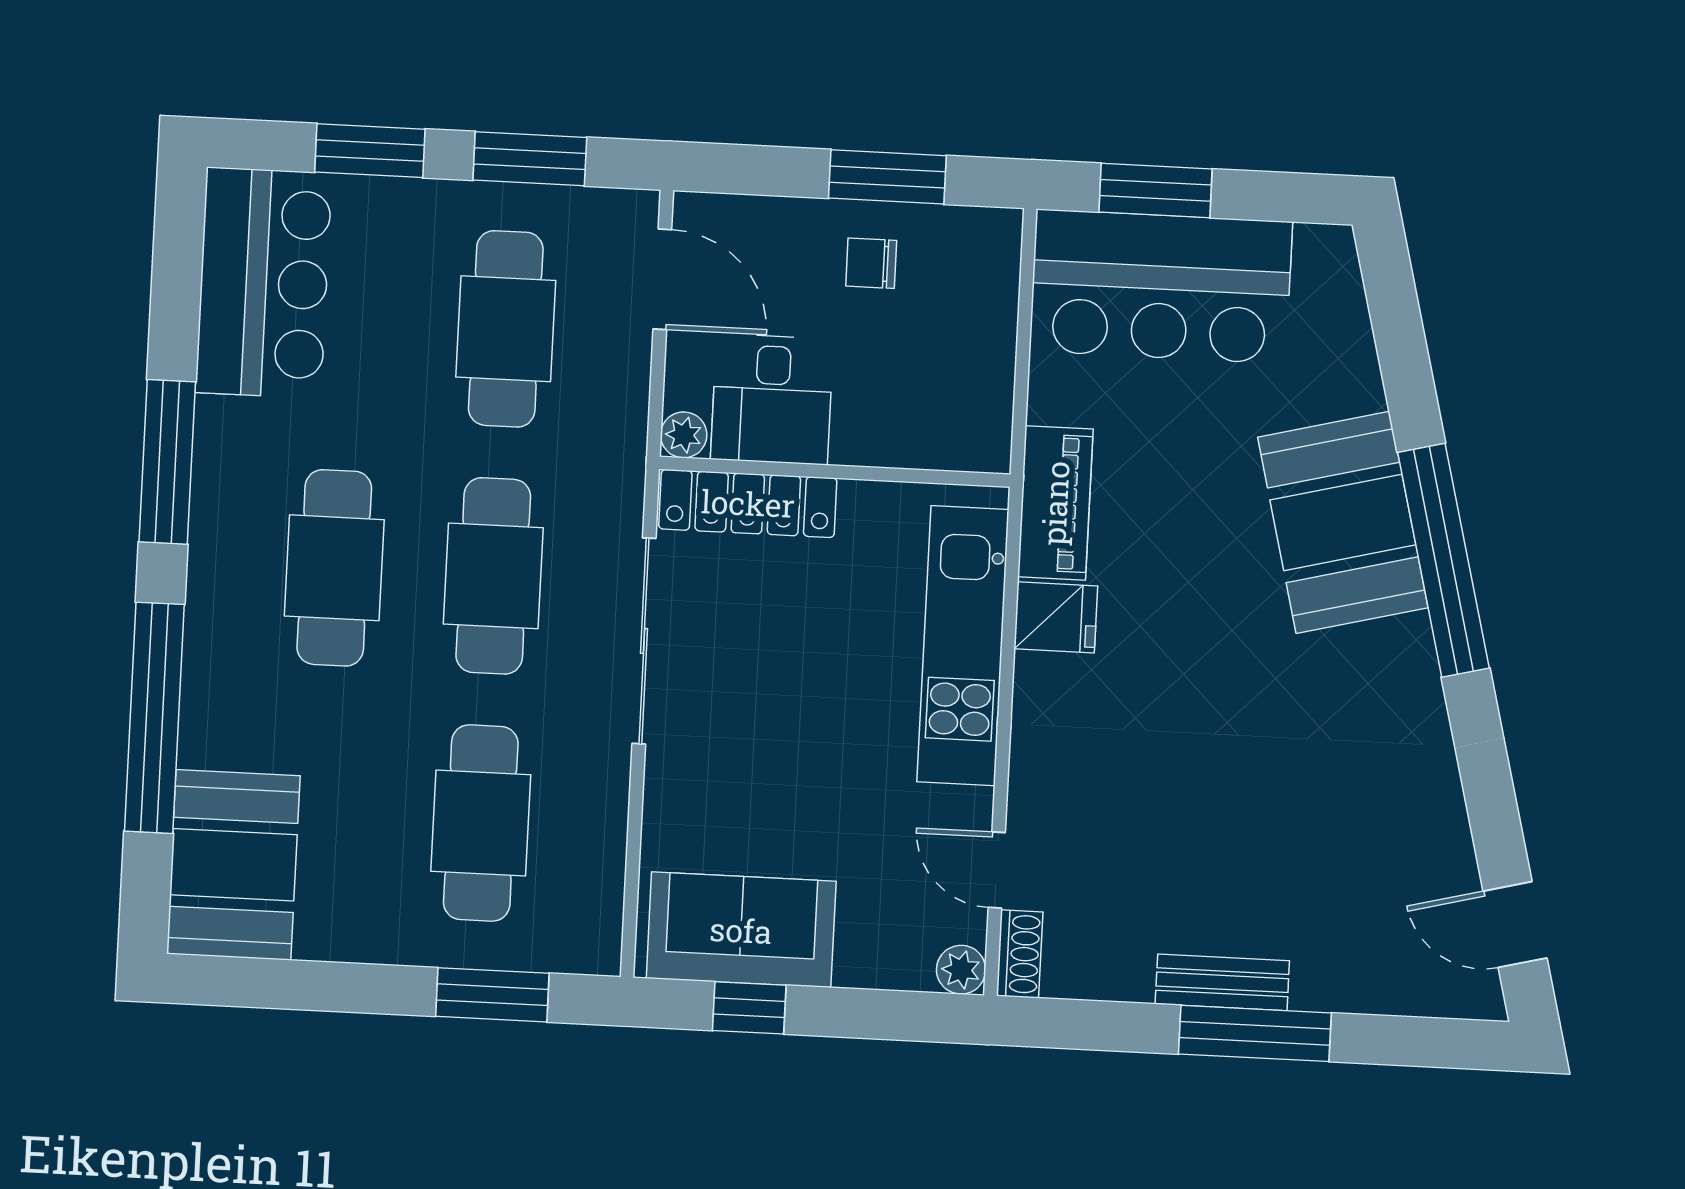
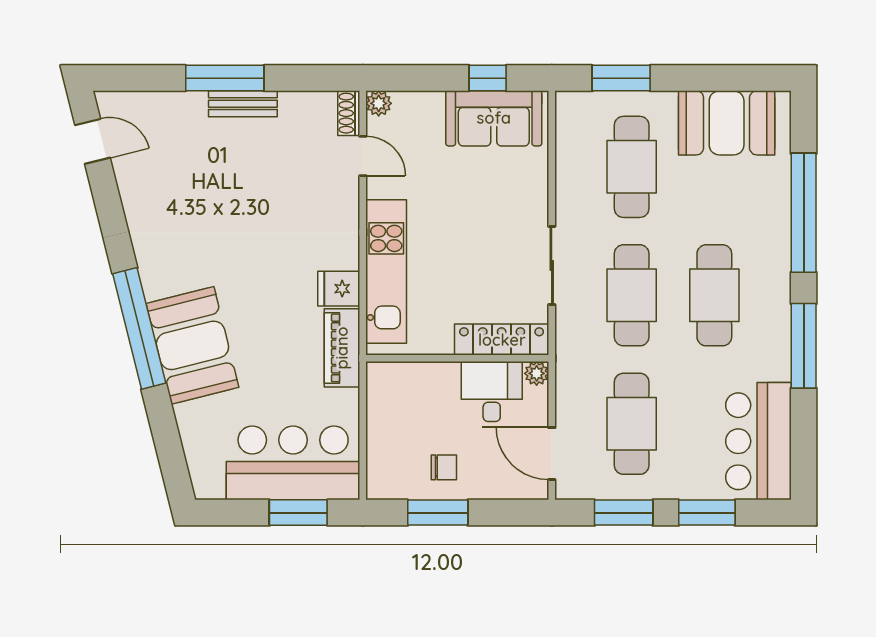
sliding door: (644, 641) -> (552, 266), width x0.73
booth: (233, 865) -> (727, 123), moved, turned 90

